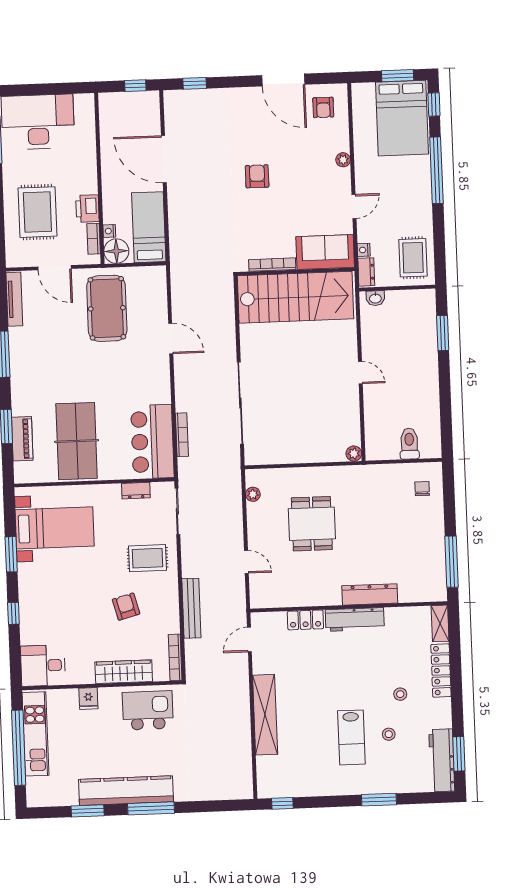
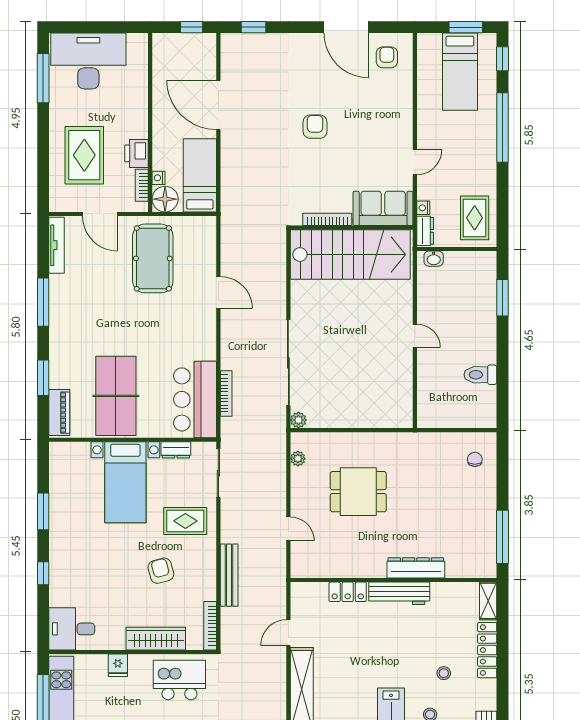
armchair: (323, 107) -> (387, 57), turned 180
bed: (402, 118) -> (460, 72), width x0.67
plant: (343, 160) -> (405, 113), removed
piano: (22, 439) -> (59, 413), moved
toilet: (409, 444) -> (480, 375), moved, turned -90
plant: (354, 454) -> (298, 420), moved
dining table: (312, 524) -> (358, 492), turned 90
bed with nightstands: (55, 528) -> (125, 482), moved, turned 90
door: (249, 640) -> (288, 633), moved

